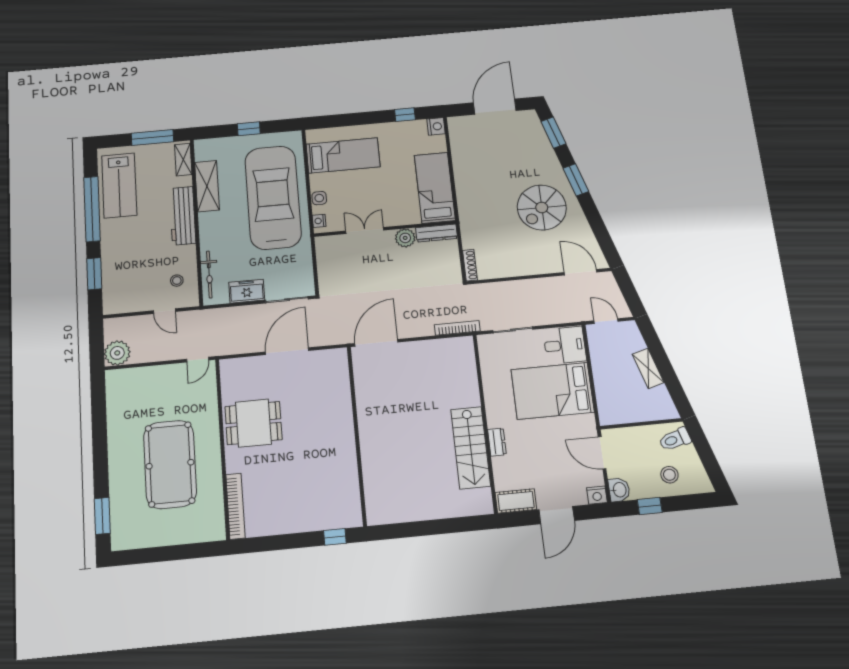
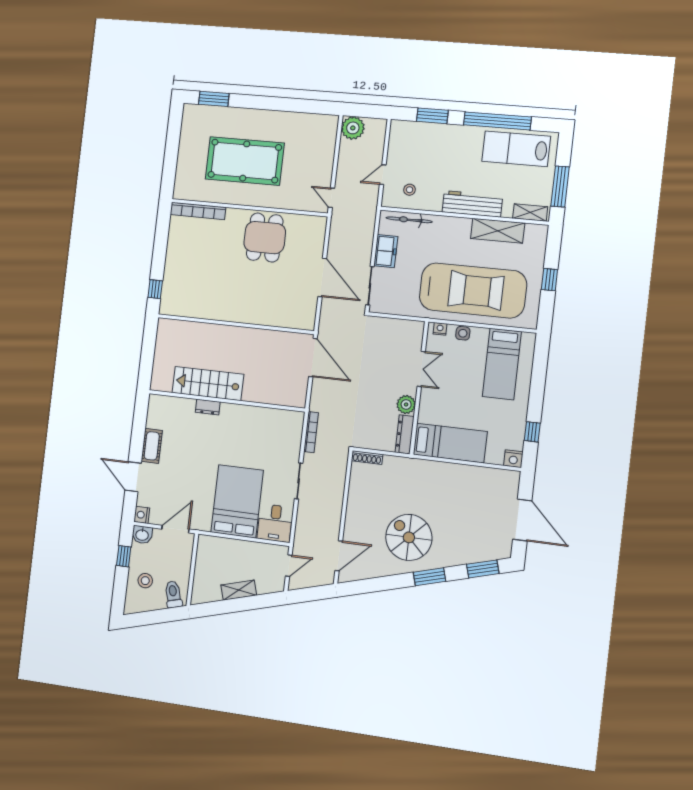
wall: (485, 423) -> (226, 401), moved
dresser: (497, 442) -> (208, 407), moved
stairs: (471, 448) -> (208, 384), moved

